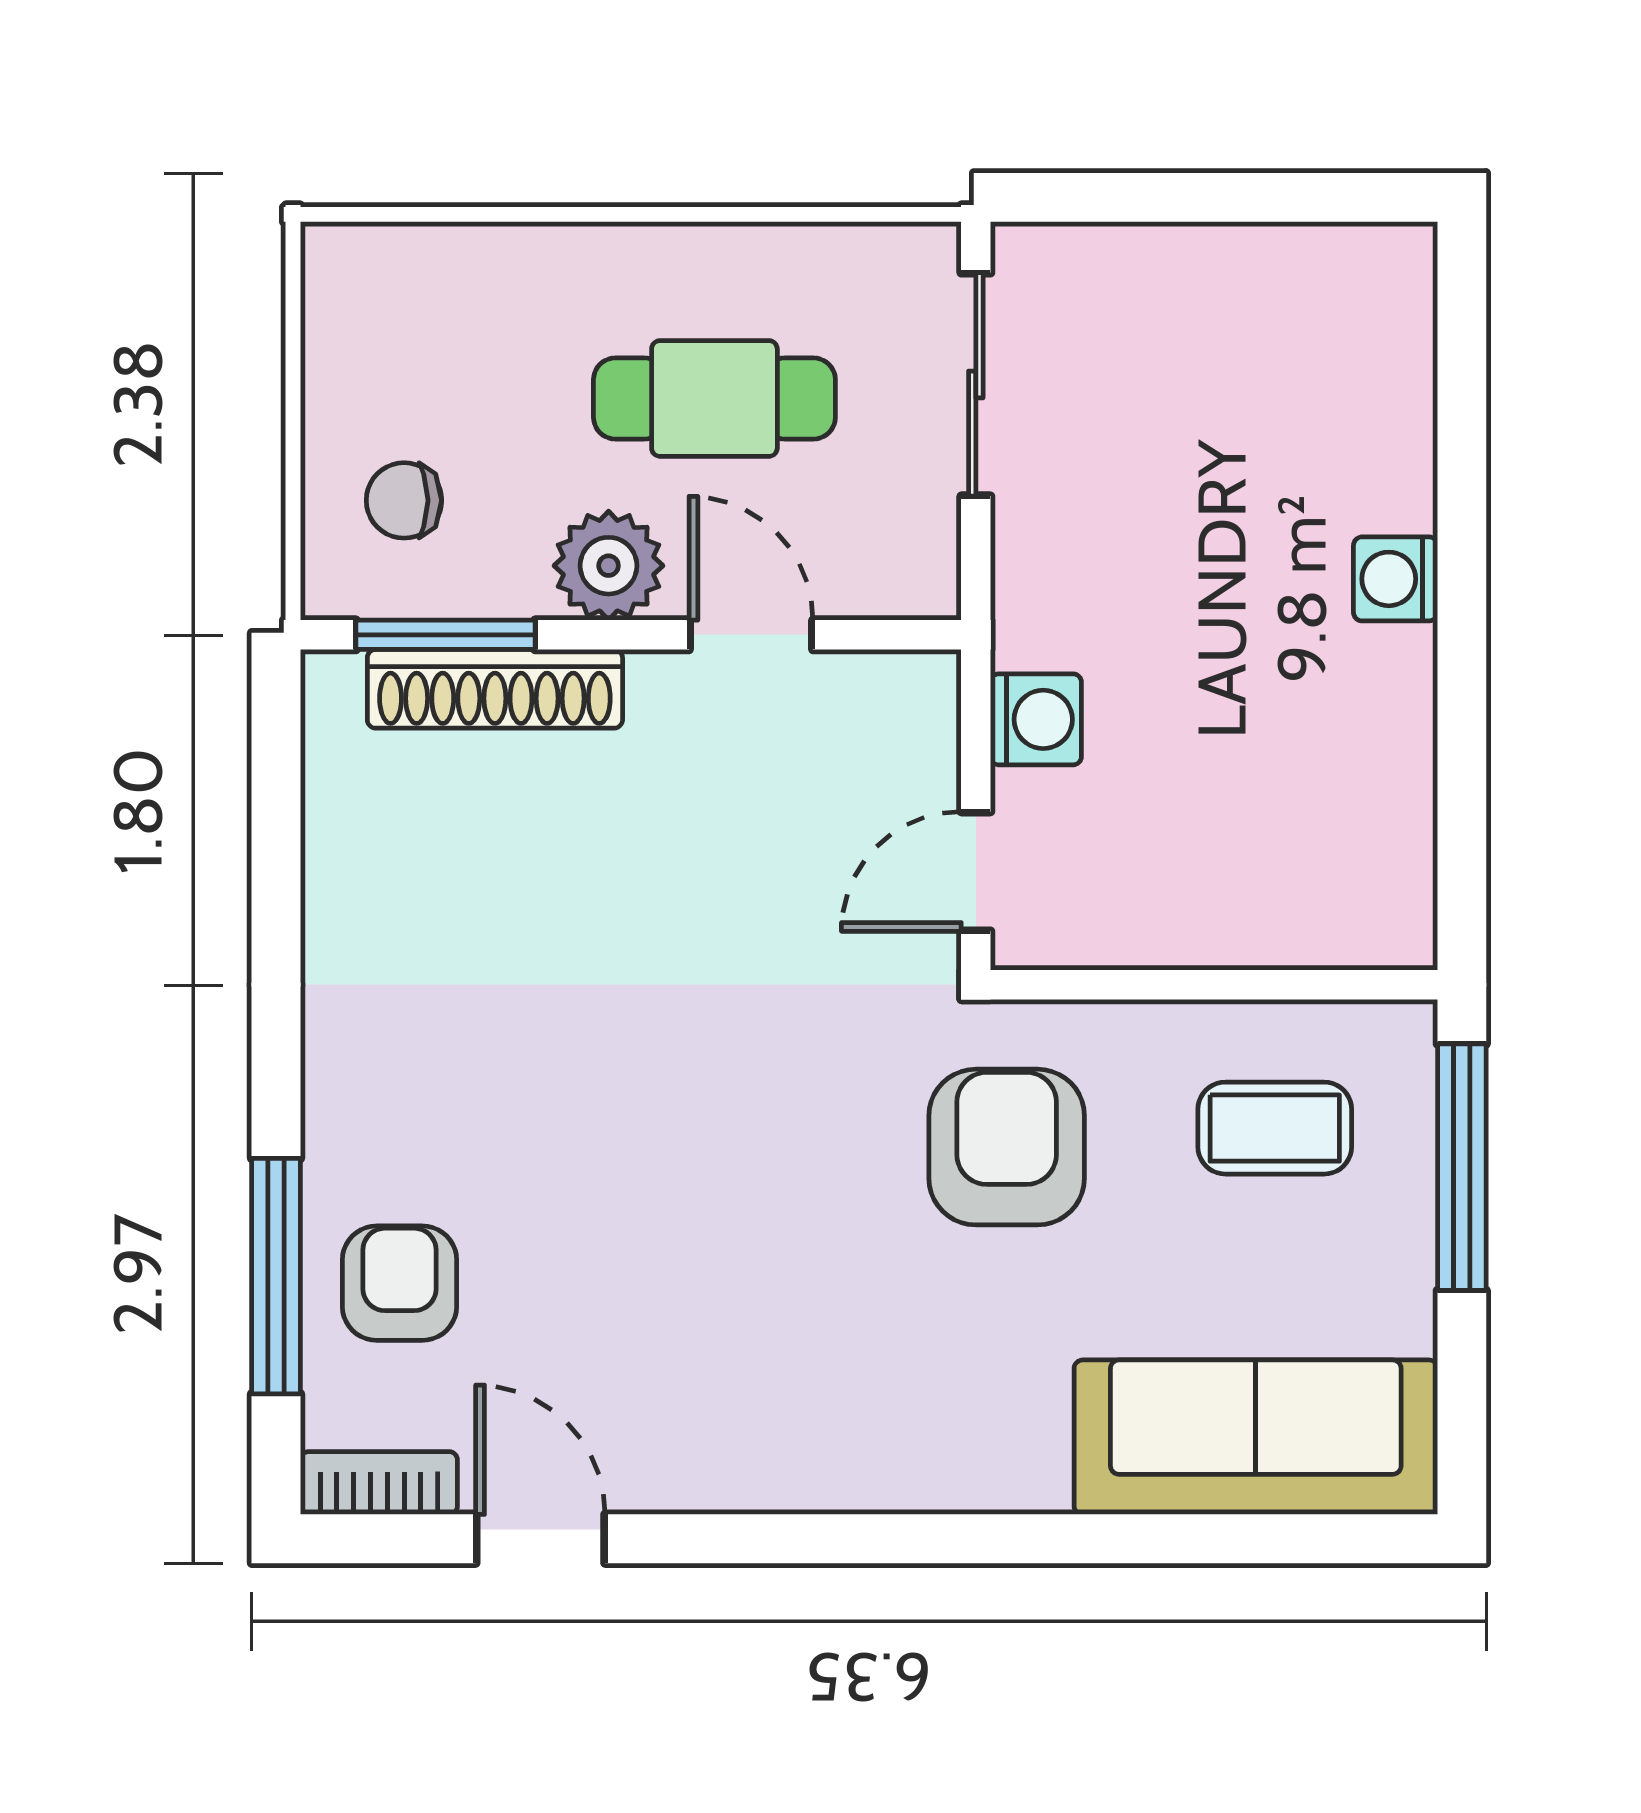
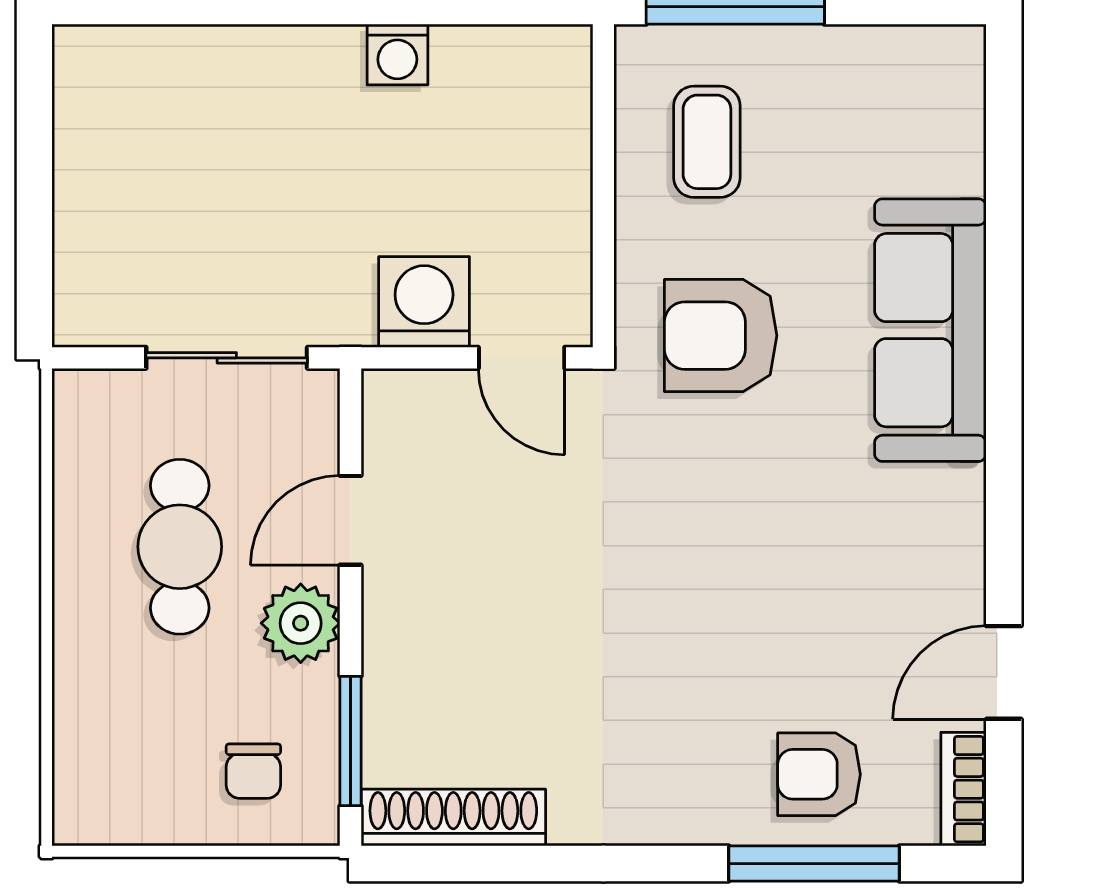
sliding door: (976, 384) -> (227, 358), moved
washing machine: (1395, 579) -> (397, 55), moved
shoe rack: (495, 689) -> (453, 817), moved, turned -90
washing machine: (1036, 719) -> (424, 302), width x1.38, depth x1.38
sofa: (1256, 1437) -> (930, 330), moved

